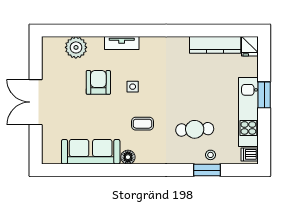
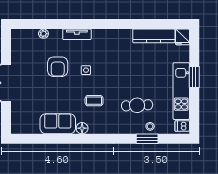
plant: (76, 47) -> (43, 34), width x0.53, depth x0.53
armchair: (98, 82) -> (58, 67), turned 180
sofa: (91, 152) -> (58, 124), width x0.73

